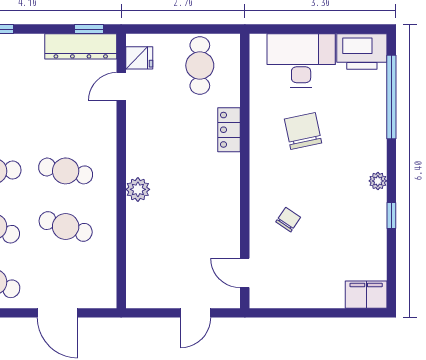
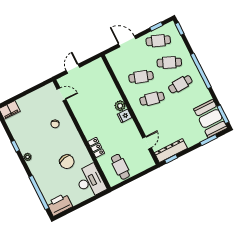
fridge: (139, 58) -> (125, 116), moved
desk: (301, 60) -> (90, 181), moved, turned -90

